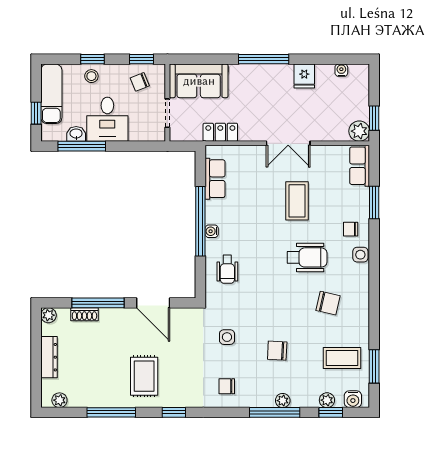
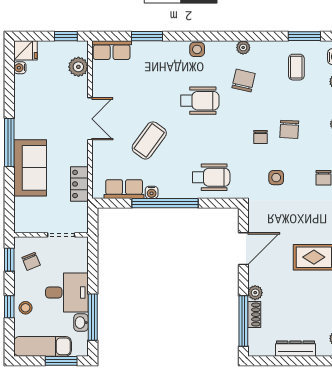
fridge: (304, 76) -> (25, 50), moved
sofa: (199, 81) -> (30, 168), moved
window: (36, 113) -> (61, 361), width x1.50
plant: (359, 131) -> (78, 67), moved
coffee table: (297, 201) -> (149, 140), moved, turned -54
chair: (351, 229) -> (261, 137), moved
water cooler: (212, 231) -> (152, 192), moved
wheelchair: (307, 257) -> (200, 101), turned 90
wheelchair: (227, 269) -> (211, 177), width x1.36, depth x1.37
window: (98, 303) -> (243, 321), moved
plant: (362, 303) -> (243, 47), added
plant: (48, 315) -> (255, 293), moved
coffee table: (342, 358) -> (296, 67), width x0.73, depth x0.77

